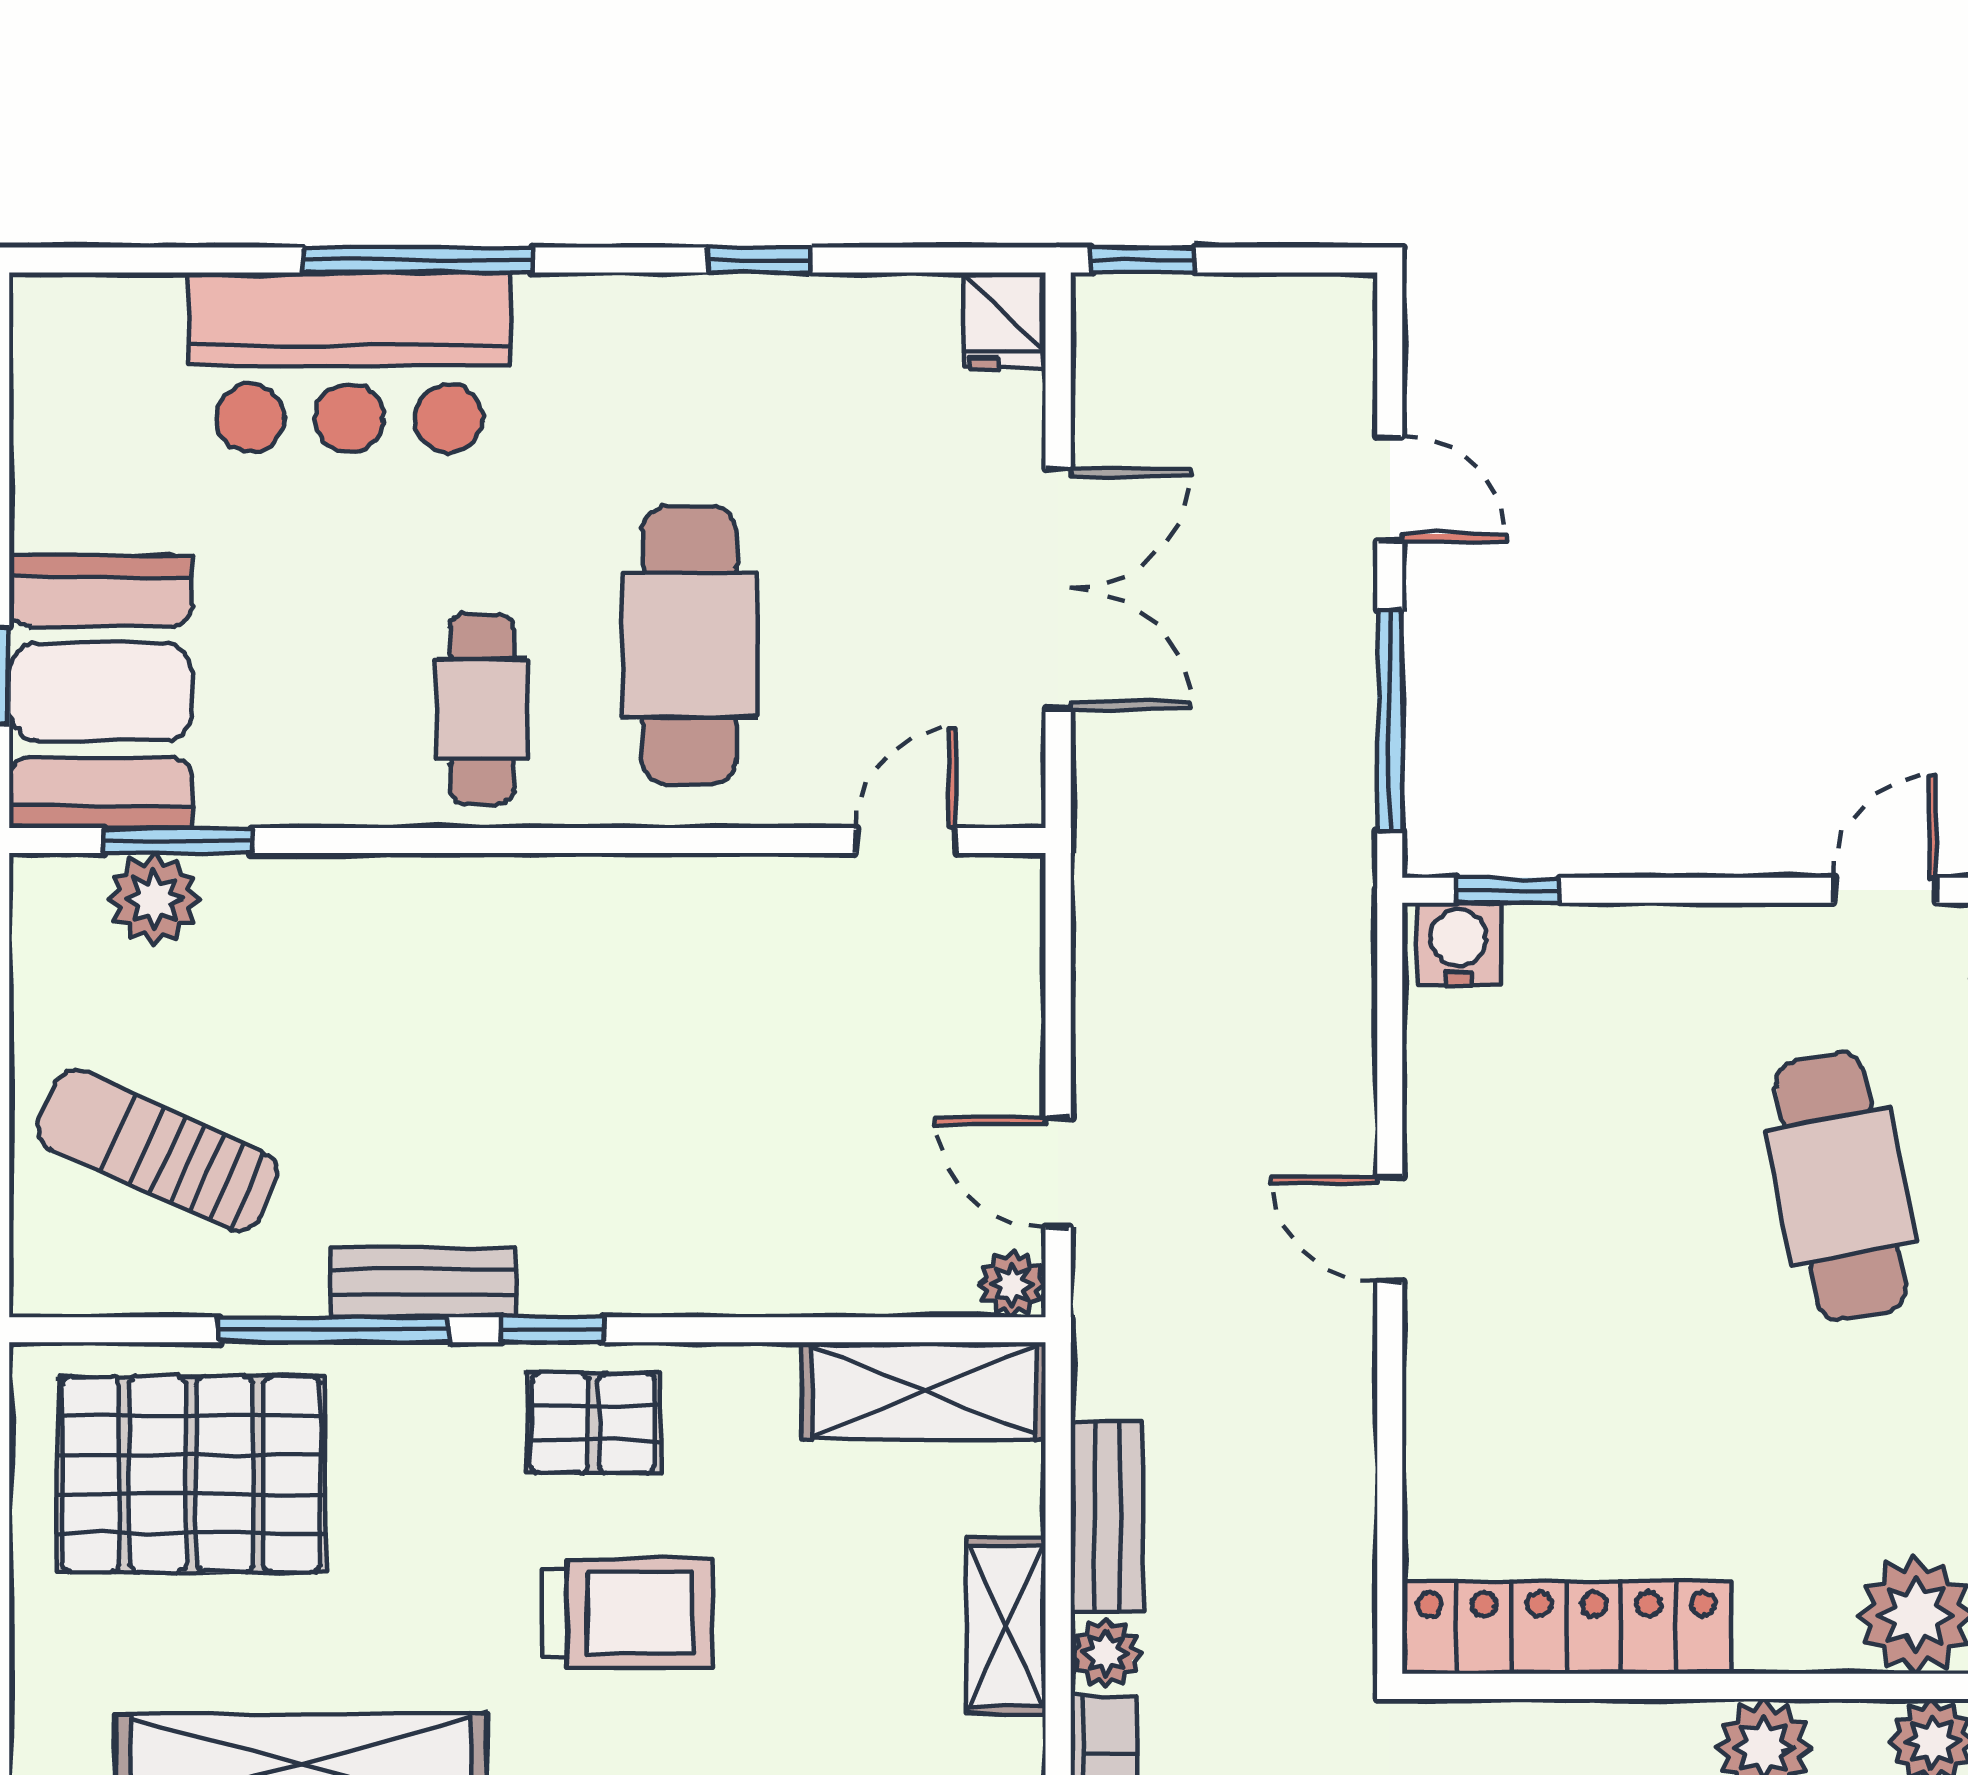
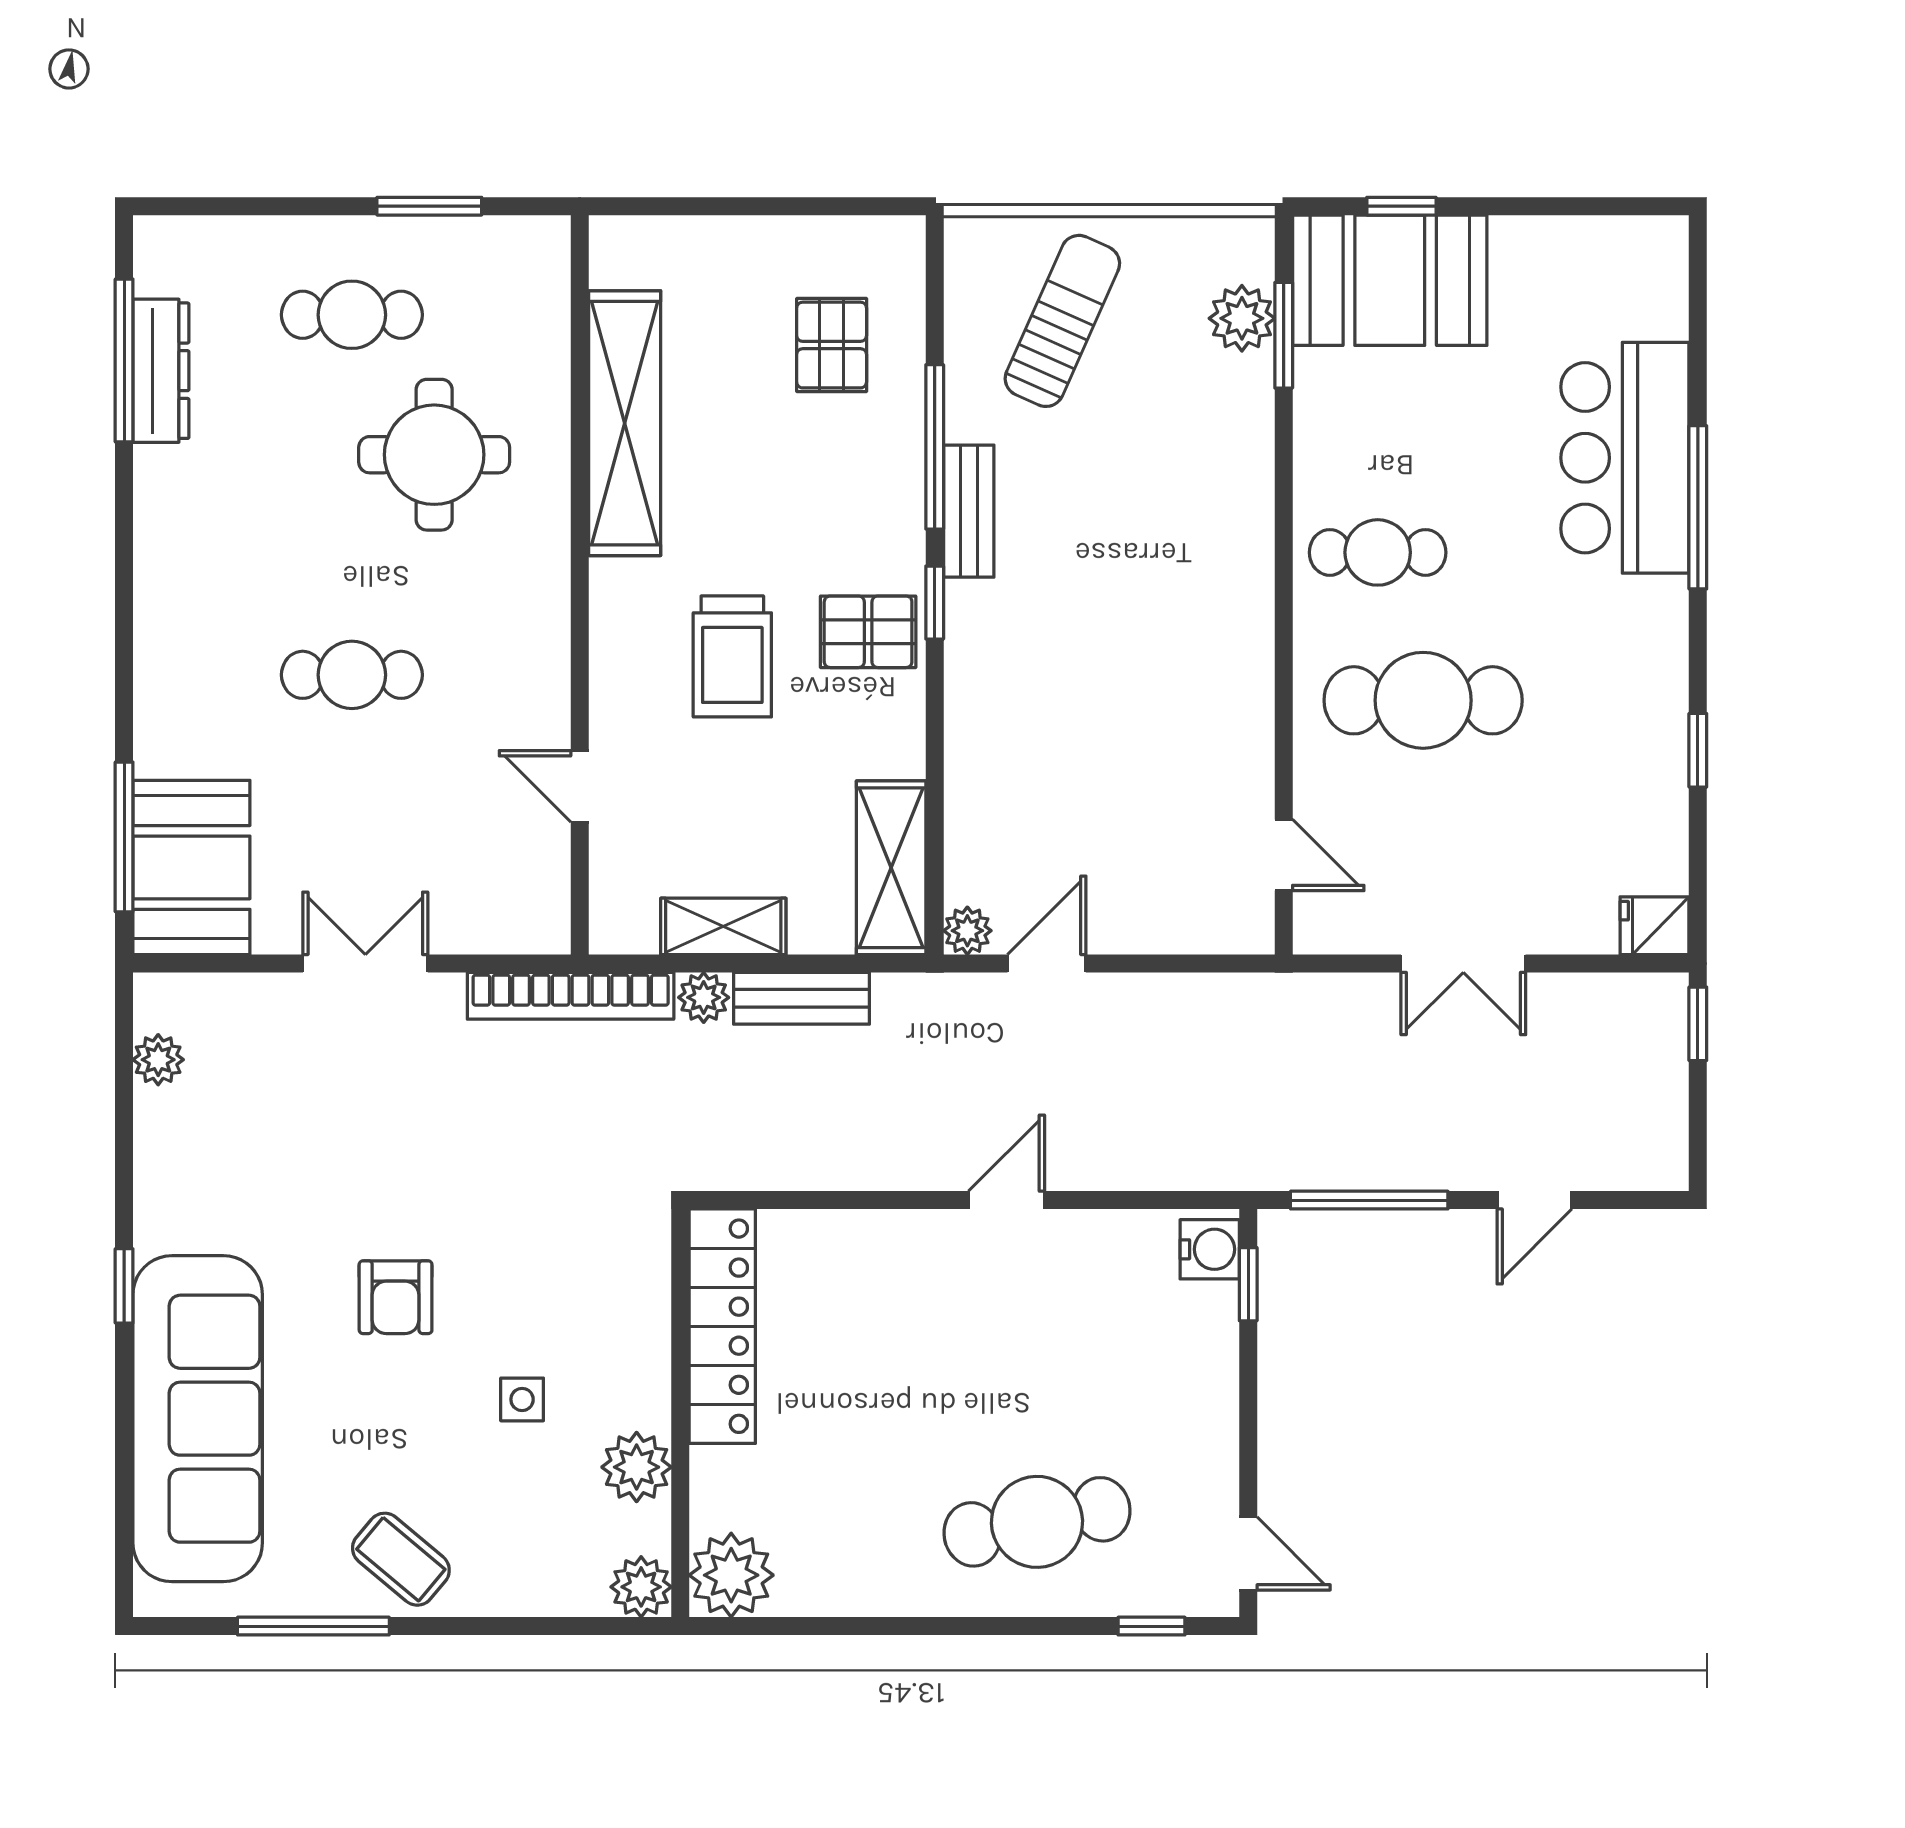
double door: (1058, 589) -> (1463, 963), width x0.73
pallet: (593, 1423) -> (868, 632), turned 90
pallet: (191, 1474) -> (832, 345), width x0.49, depth x0.50

